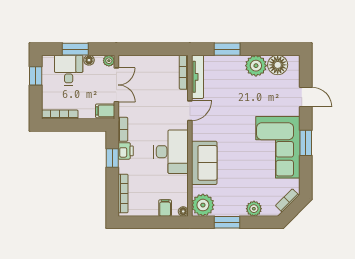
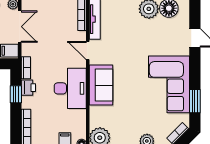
door: (190, 111) -> (88, 51), swing flipped
window: (306, 143) -> (195, 101), moved
sofa: (204, 163) -> (101, 85), moved

